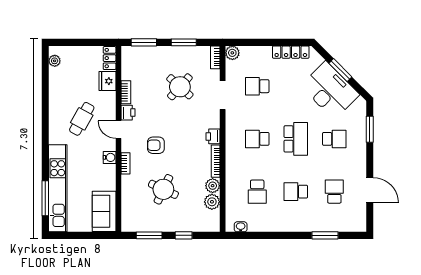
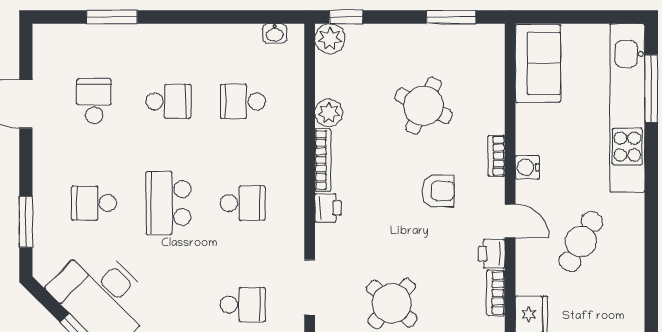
school desk: (257, 192) -> (243, 101), turned -90
school desk: (334, 192) -> (94, 101), turned 180
plant: (212, 202) -> (330, 39), moved
window: (184, 235) -> (346, 17), moved

